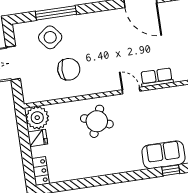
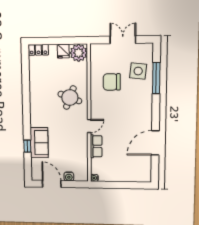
side table: (50, 37) -> (138, 71), turned 45
chair: (69, 69) -> (112, 82), turned 90

